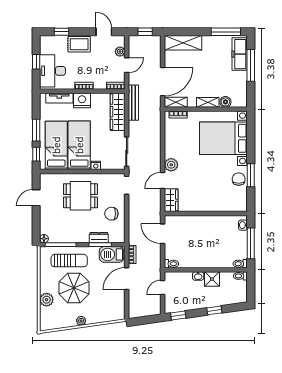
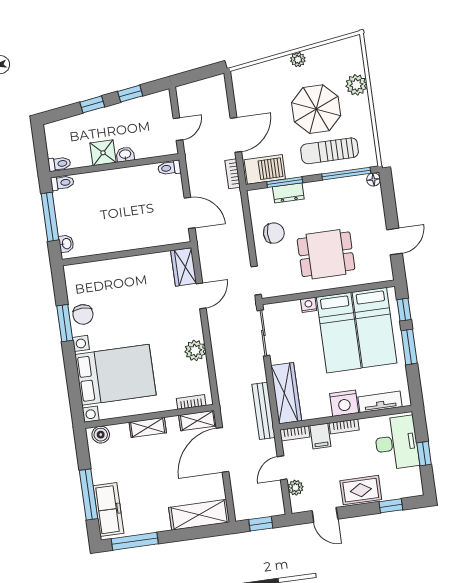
filing cabinet: (100, 82) -> (320, 436), added
boiler: (225, 102) -> (101, 435), moved
plant: (171, 165) -> (195, 350), moved
window: (178, 316) -> (130, 94), moved

